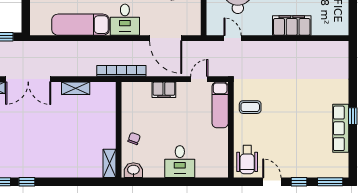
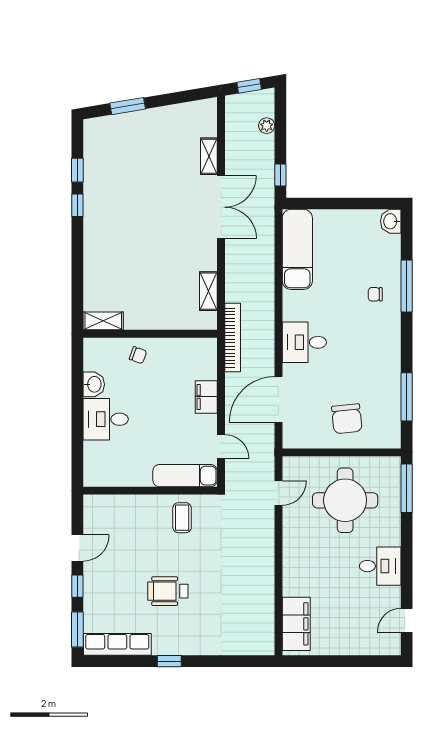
exam couch: (80, 25) -> (297, 249), moved
filing cabinet: (292, 25) -> (296, 624), moved
double door: (28, 79) -> (221, 207), swing flipped
shelving: (76, 88) -> (208, 291), moved
row of seats: (341, 128) -> (117, 644), moved
wheelchair: (247, 160) -> (168, 591), moved
washbasin: (133, 170) -> (94, 384), moved

